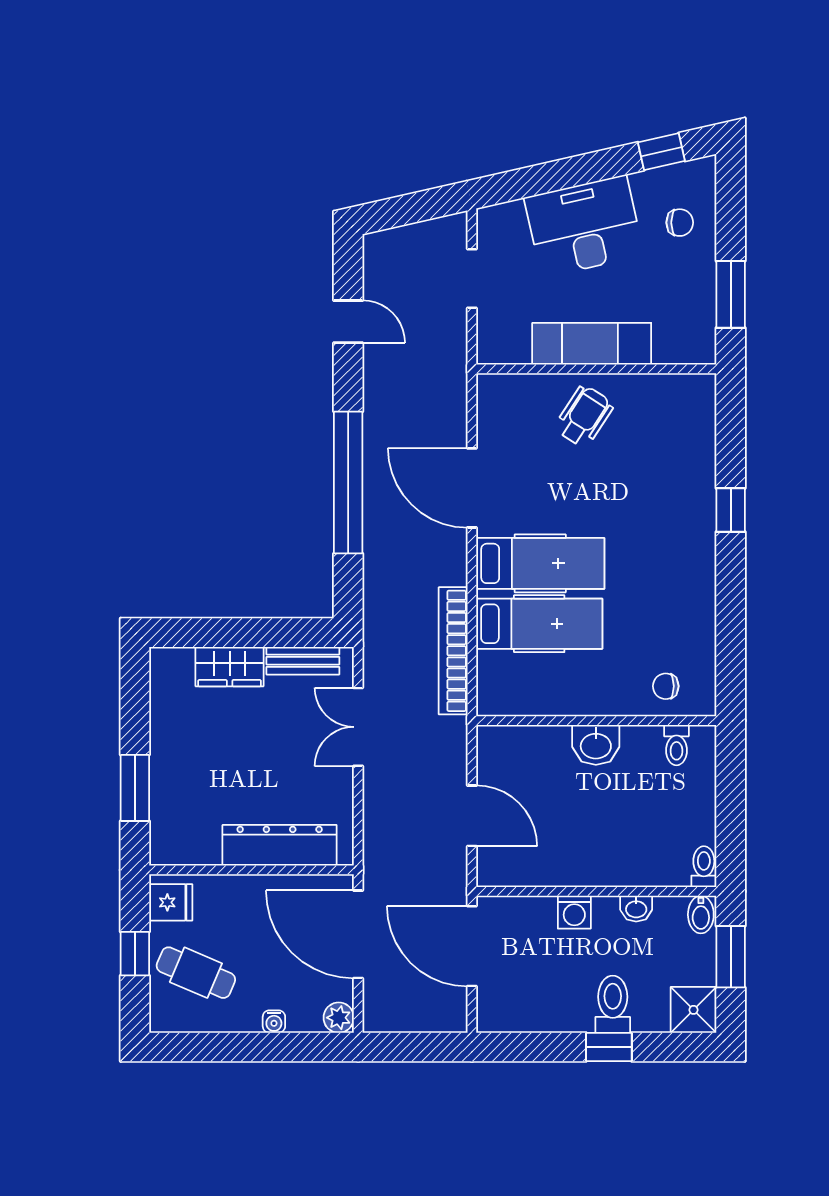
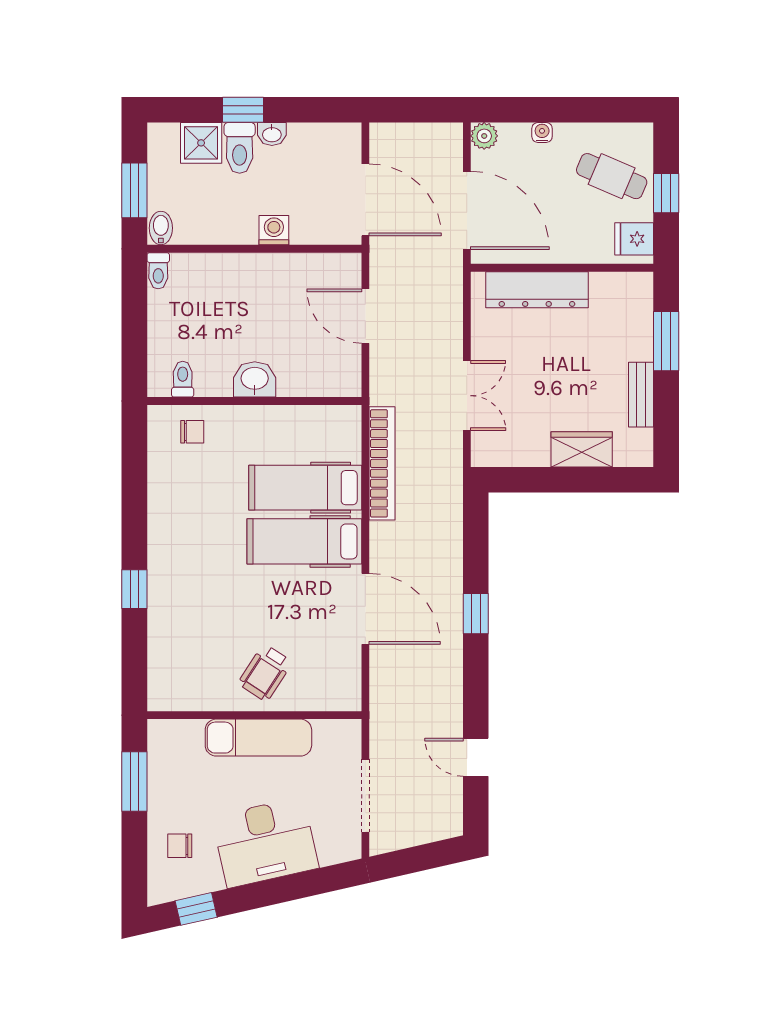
doorway: (472, 279) -> (365, 796), width x1.38
window: (348, 483) -> (476, 614), width x0.32
bench: (303, 661) -> (641, 395), moved, turned 90
washbasin: (636, 909) -> (272, 134), moved, turned 180
shower: (693, 1010) -> (201, 143), moved

